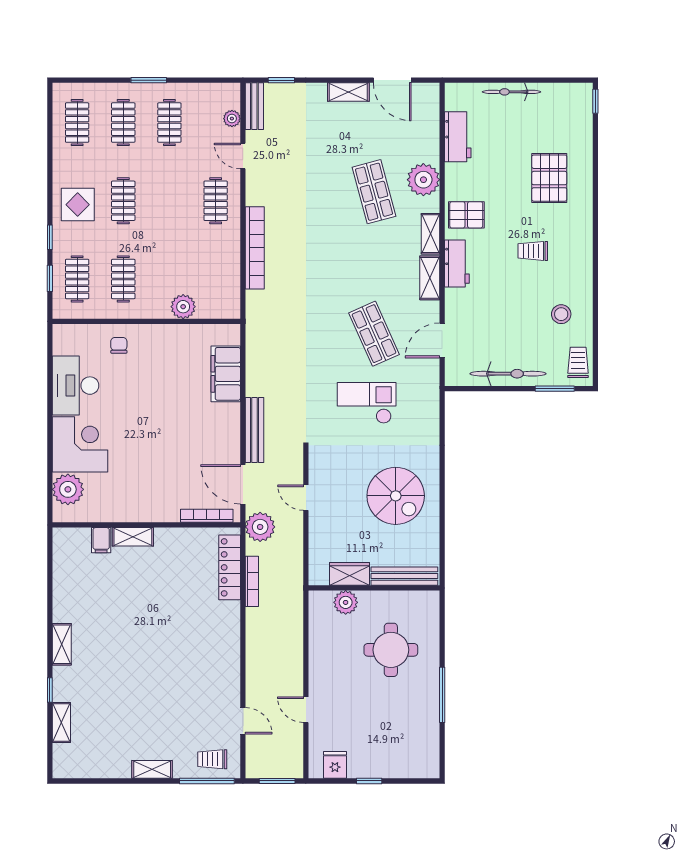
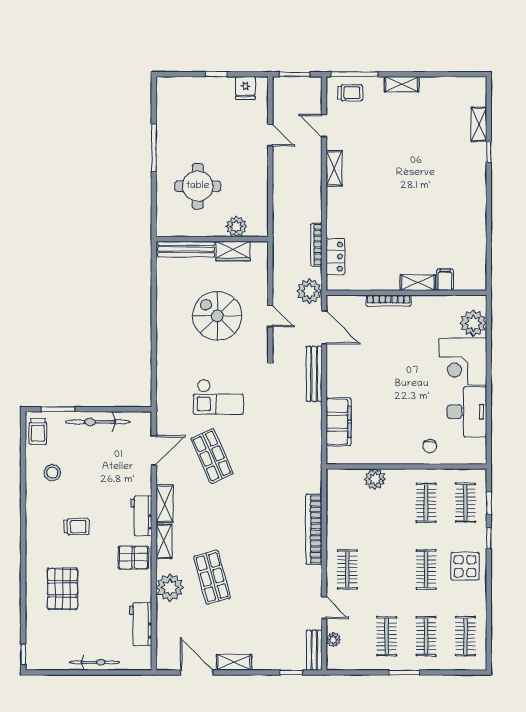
spiral stairs: (396, 496) -> (217, 316), moved
bookcase: (207, 516) -> (389, 301), moved
locker: (230, 567) -> (335, 257), width x0.66
shelving: (62, 644) -> (334, 168), moved

